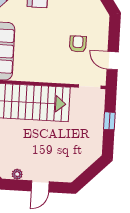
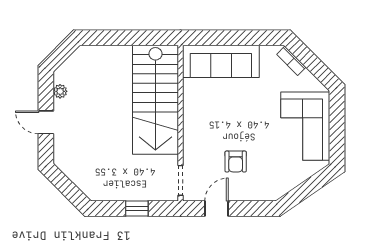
armchair: (78, 44) -> (236, 162), turned 90

